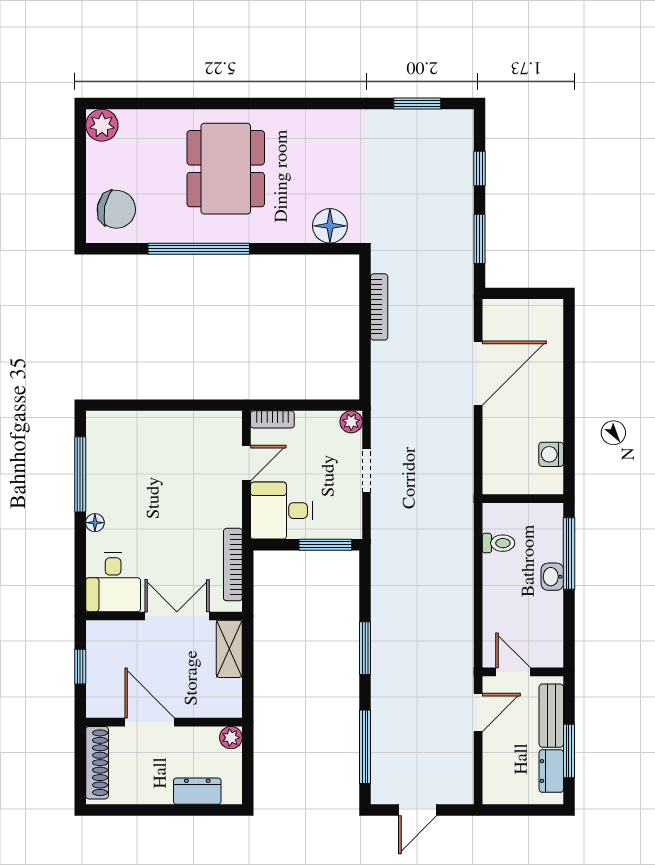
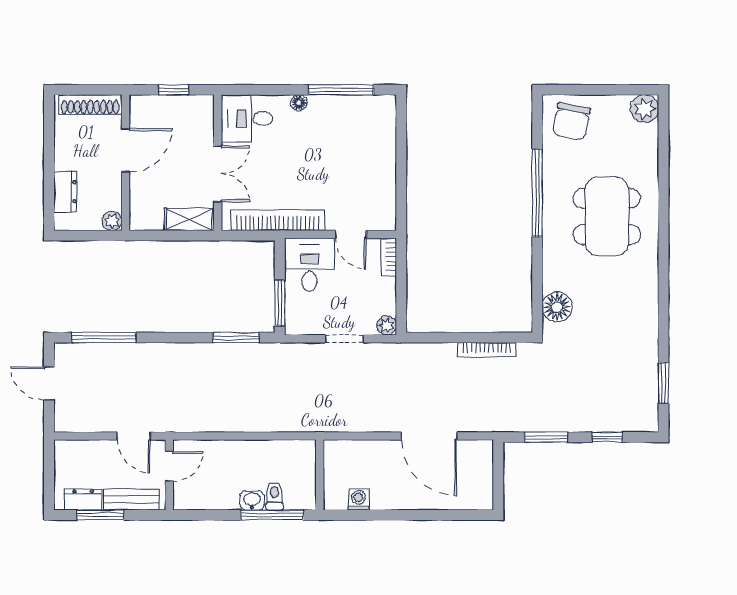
dining table: (226, 169) -> (607, 216), turned 90
toilet: (498, 543) -> (274, 496), moved, turned 180
bookcase: (233, 565) -> (278, 220), width x1.48, depth x1.31
window: (365, 648) -> (236, 338), moved

